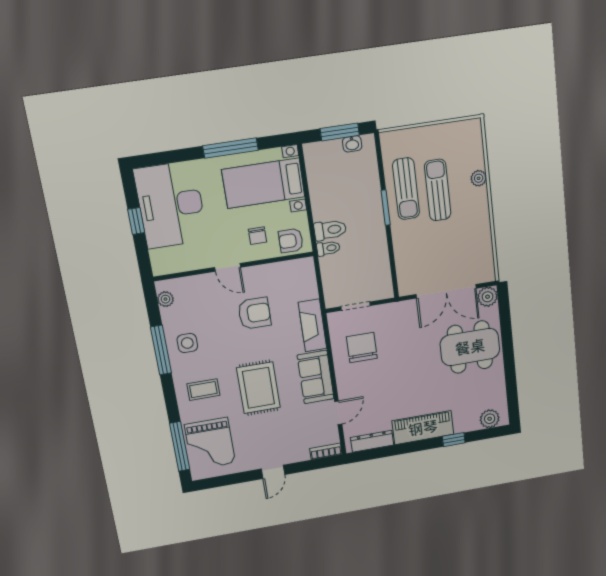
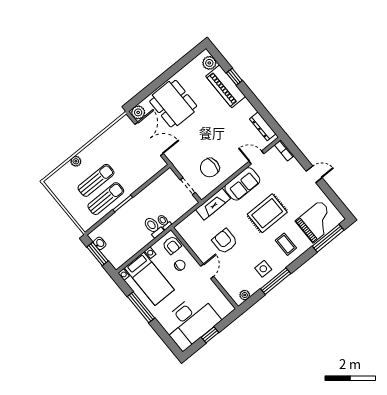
sun lounger: (438, 190) -> (96, 180), turned 180
piano: (423, 428) -> (226, 86), moved

